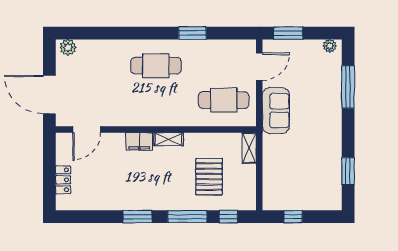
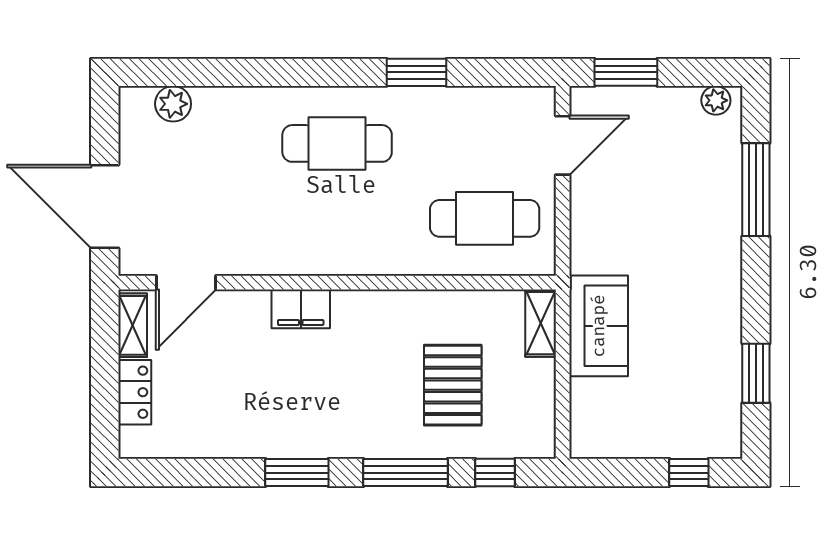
plant: (68, 47) -> (173, 104), moved
sofa: (276, 111) -> (599, 326), moved
shelving: (168, 139) -> (133, 325), moved, turned 90
window: (293, 217) -> (689, 473), moved

